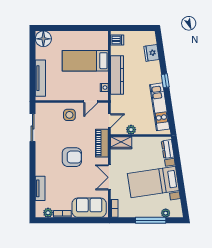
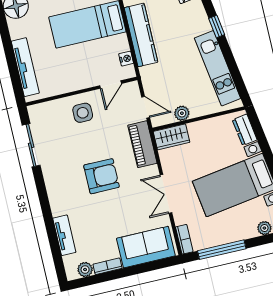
door: (109, 121) -> (146, 107), hinge flipped
window: (151, 220) -> (222, 250), moved

